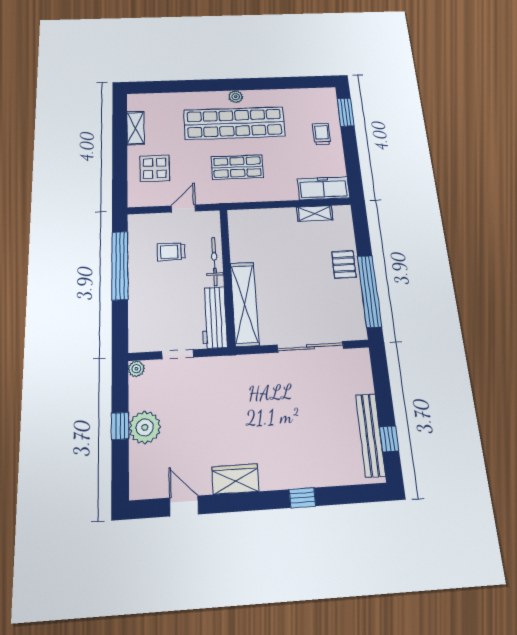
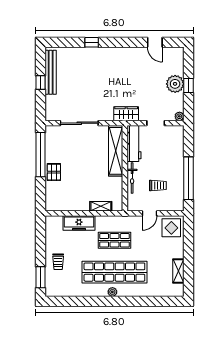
display table: (155, 168) -> (171, 228), moved
freezer: (323, 188) -> (79, 223), moved
shelving: (315, 214) -> (101, 206), moved
window: (389, 439) -> (40, 83), moved
wardrobe: (235, 479) -> (126, 114), moved, turned 180

